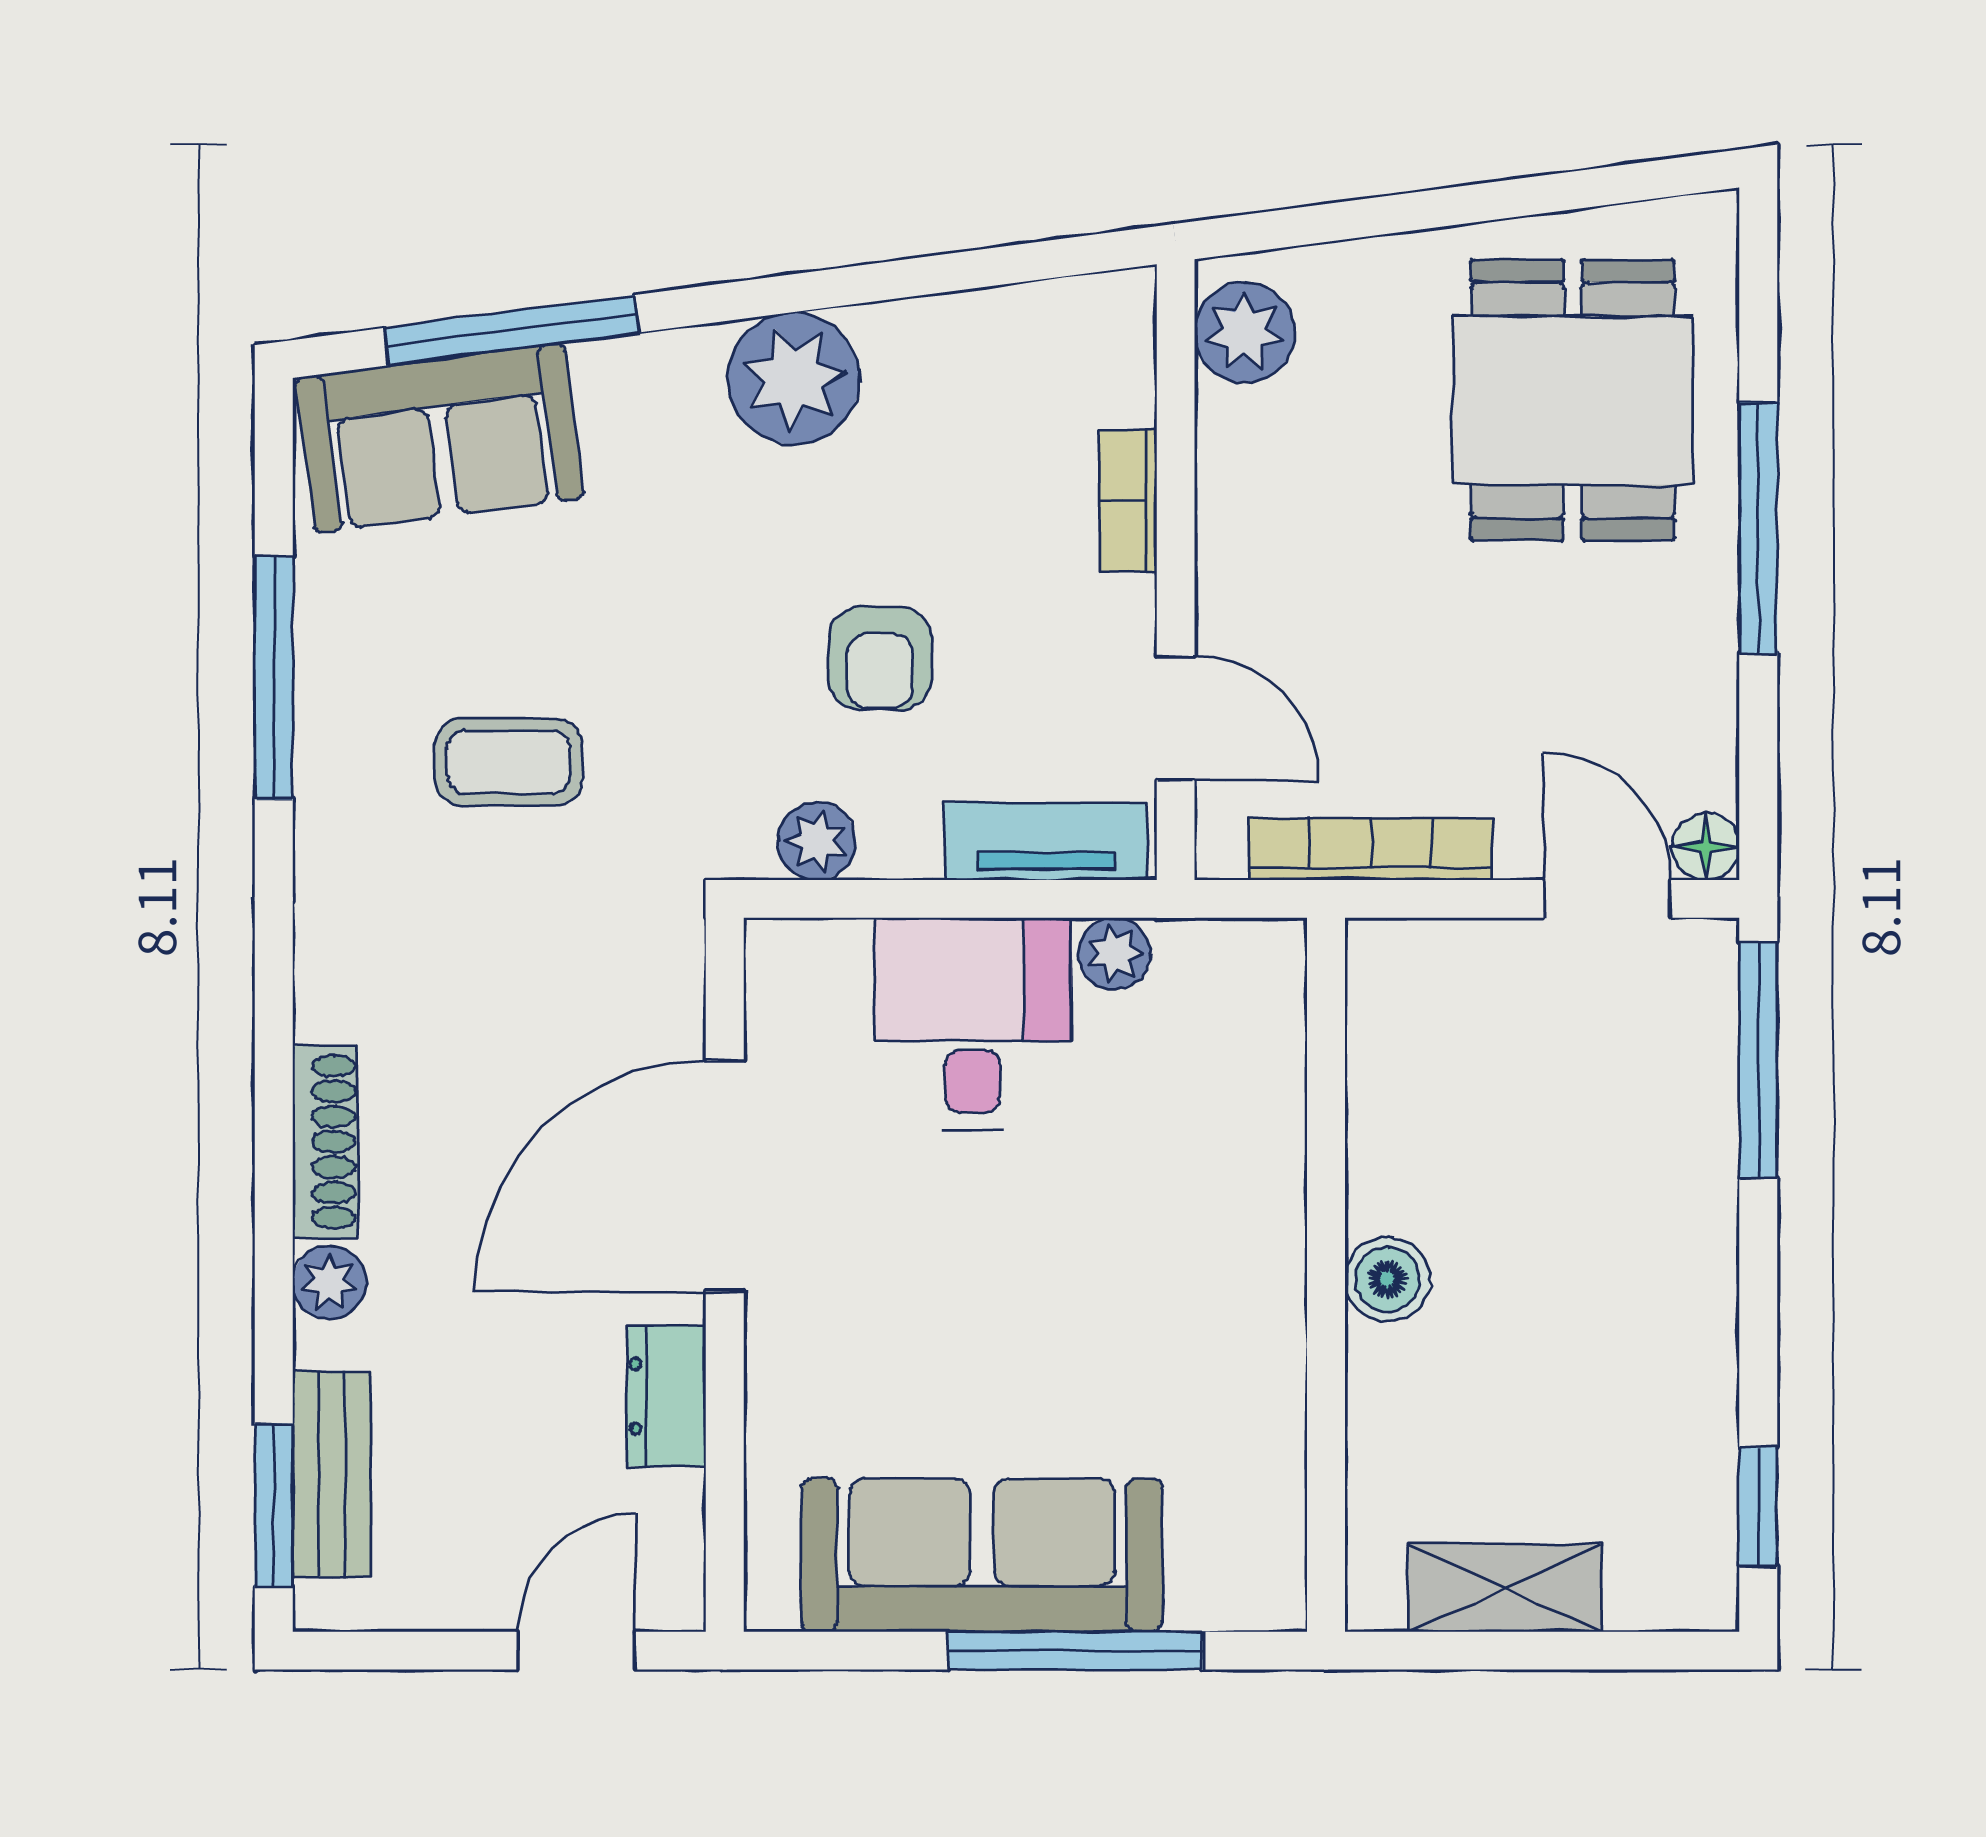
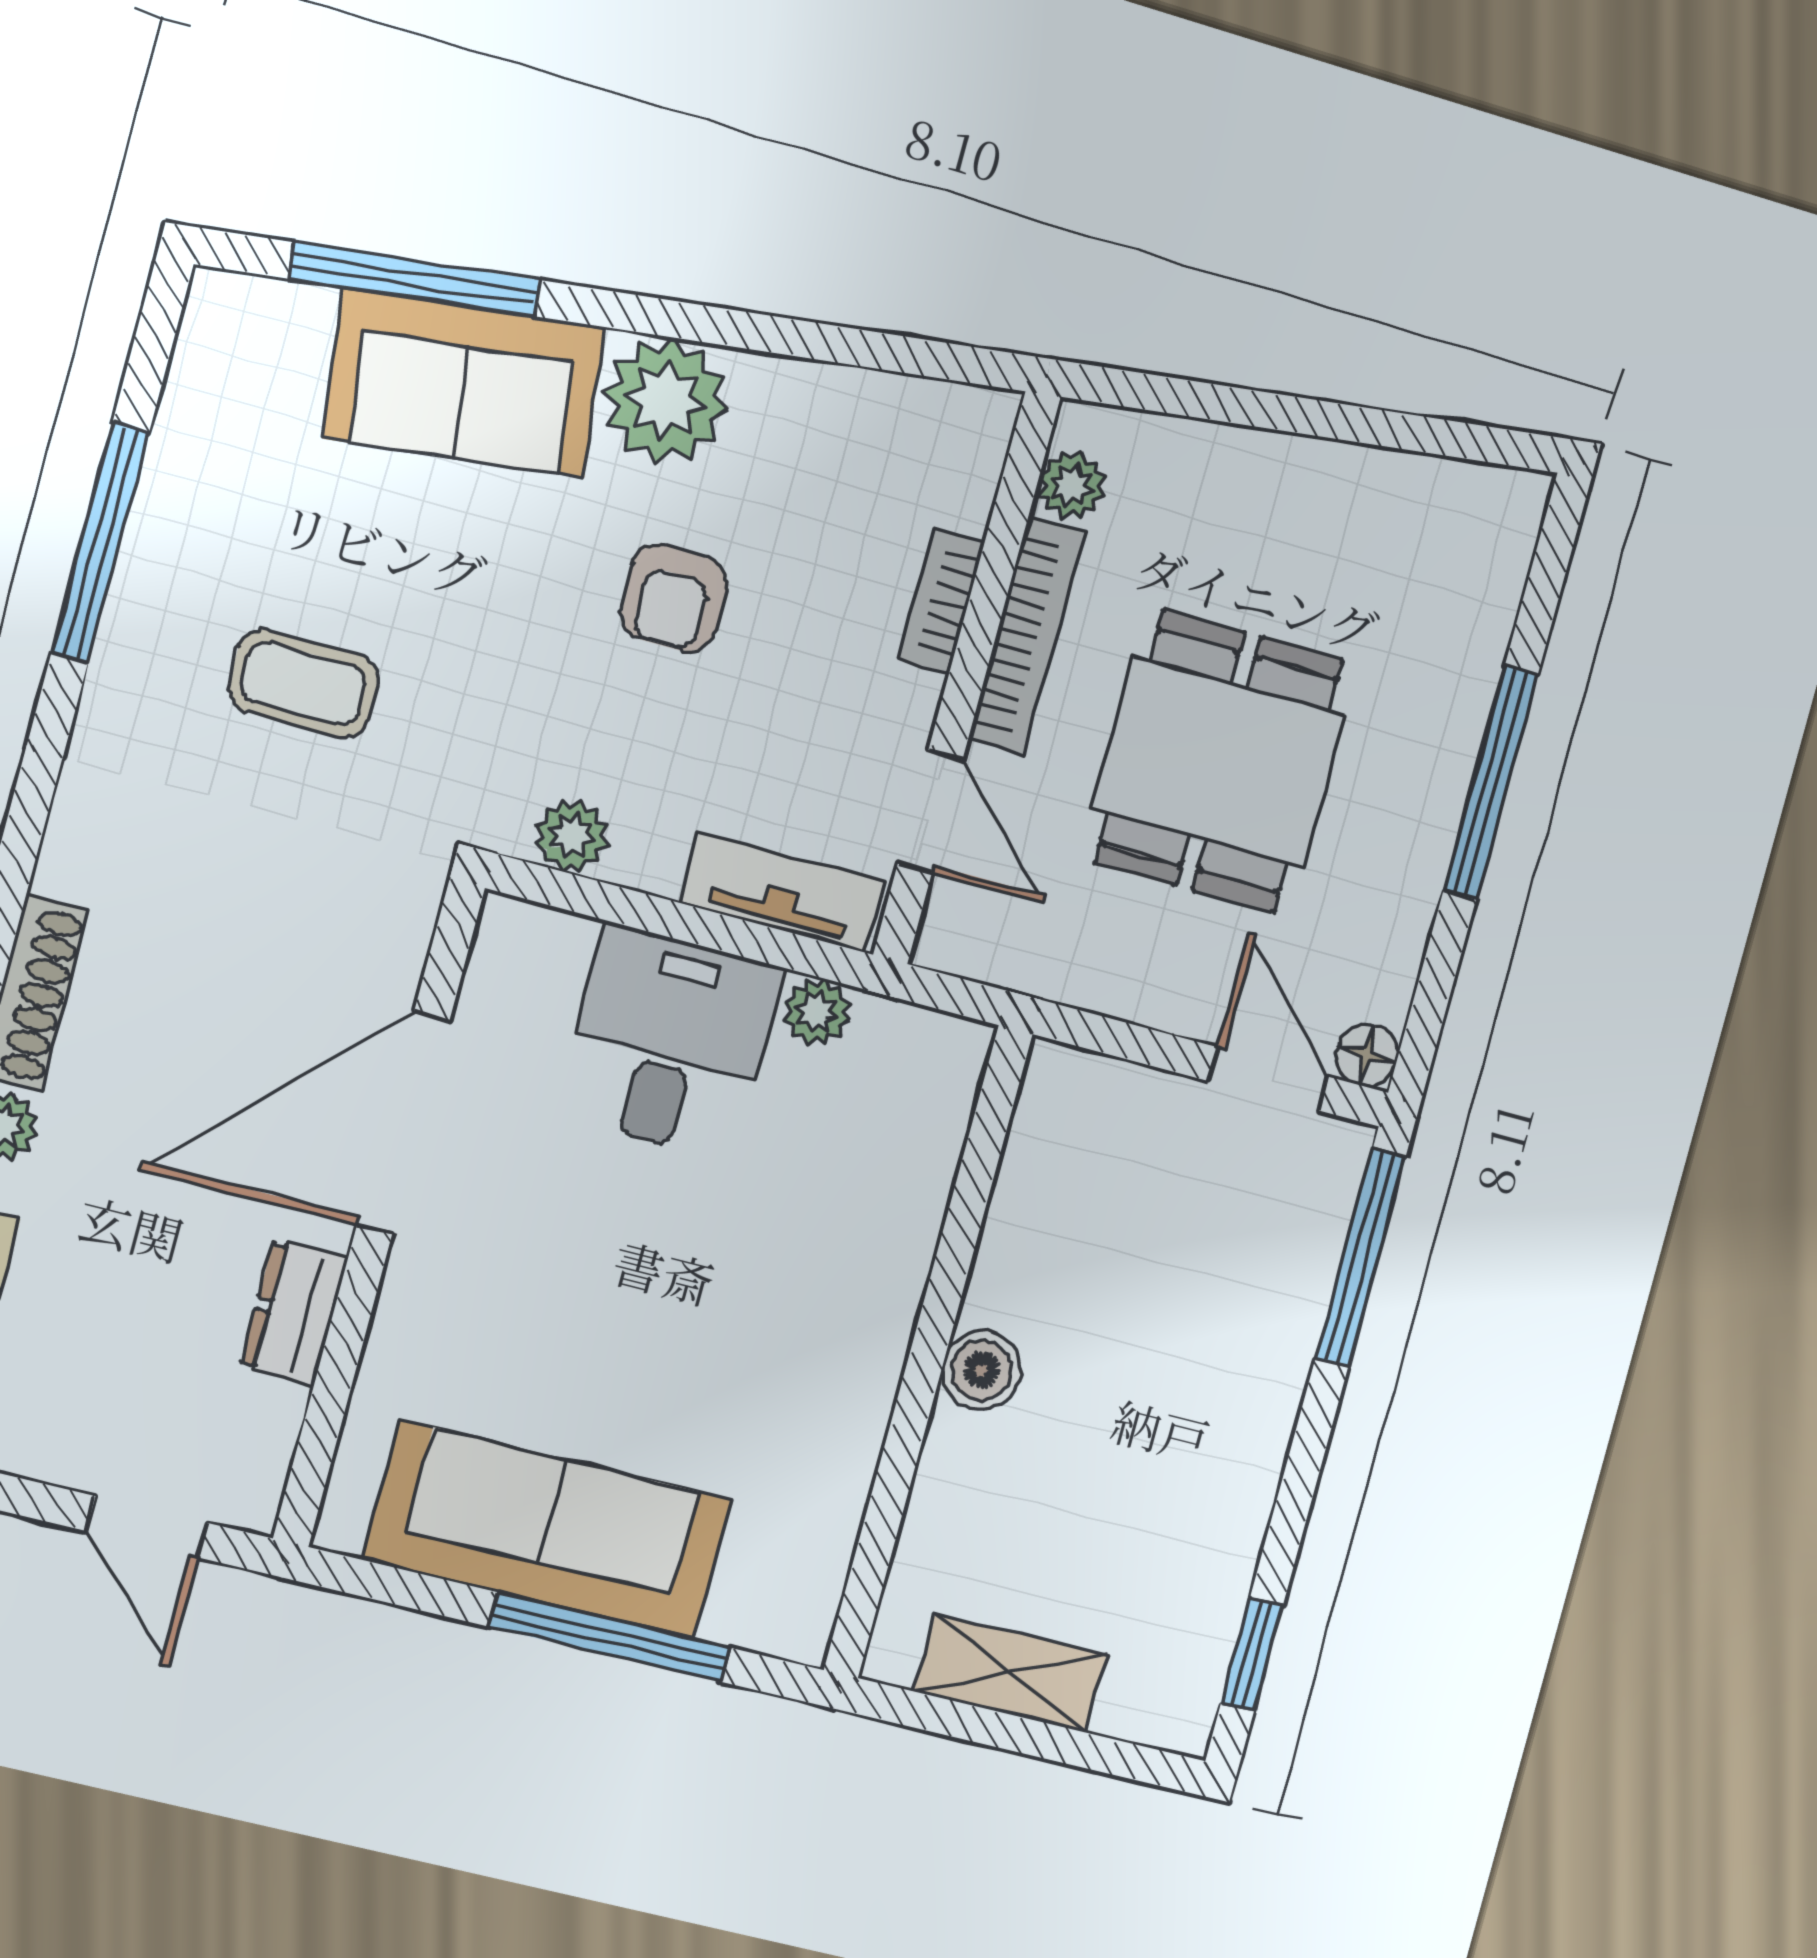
plant: (1245, 332) -> (1072, 486), width x0.73, depth x0.73
dining table: (1573, 400) -> (1219, 761), moved
sofa: (440, 438) -> (464, 383), moved
armchair: (880, 658) -> (673, 598), moved
bookcase: (1371, 849) -> (1026, 636), moved, turned 90
door: (577, 1651) -> (147, 1527), swing flipped

